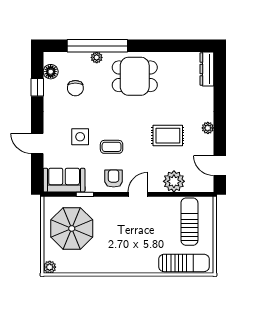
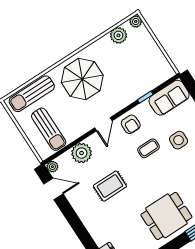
plant: (208, 128) -> (52, 167), moved
parasol: (72, 228) -> (82, 79), moved
plant: (73, 265) -> (118, 35), added

